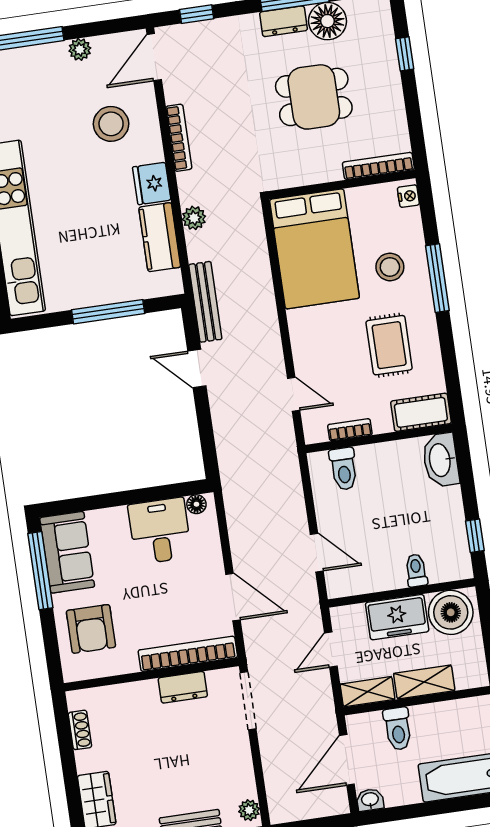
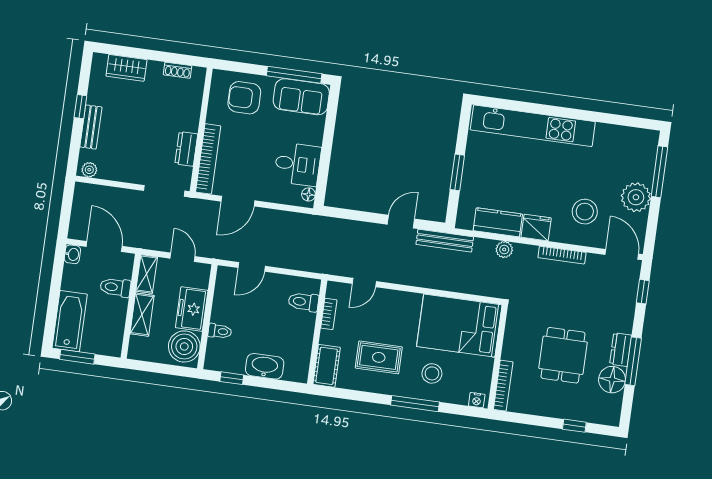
plant: (80, 49) -> (636, 197), width x1.88, depth x1.88
window: (108, 312) -> (457, 172), width x0.69
washbasin: (441, 460) -> (265, 366), moved

